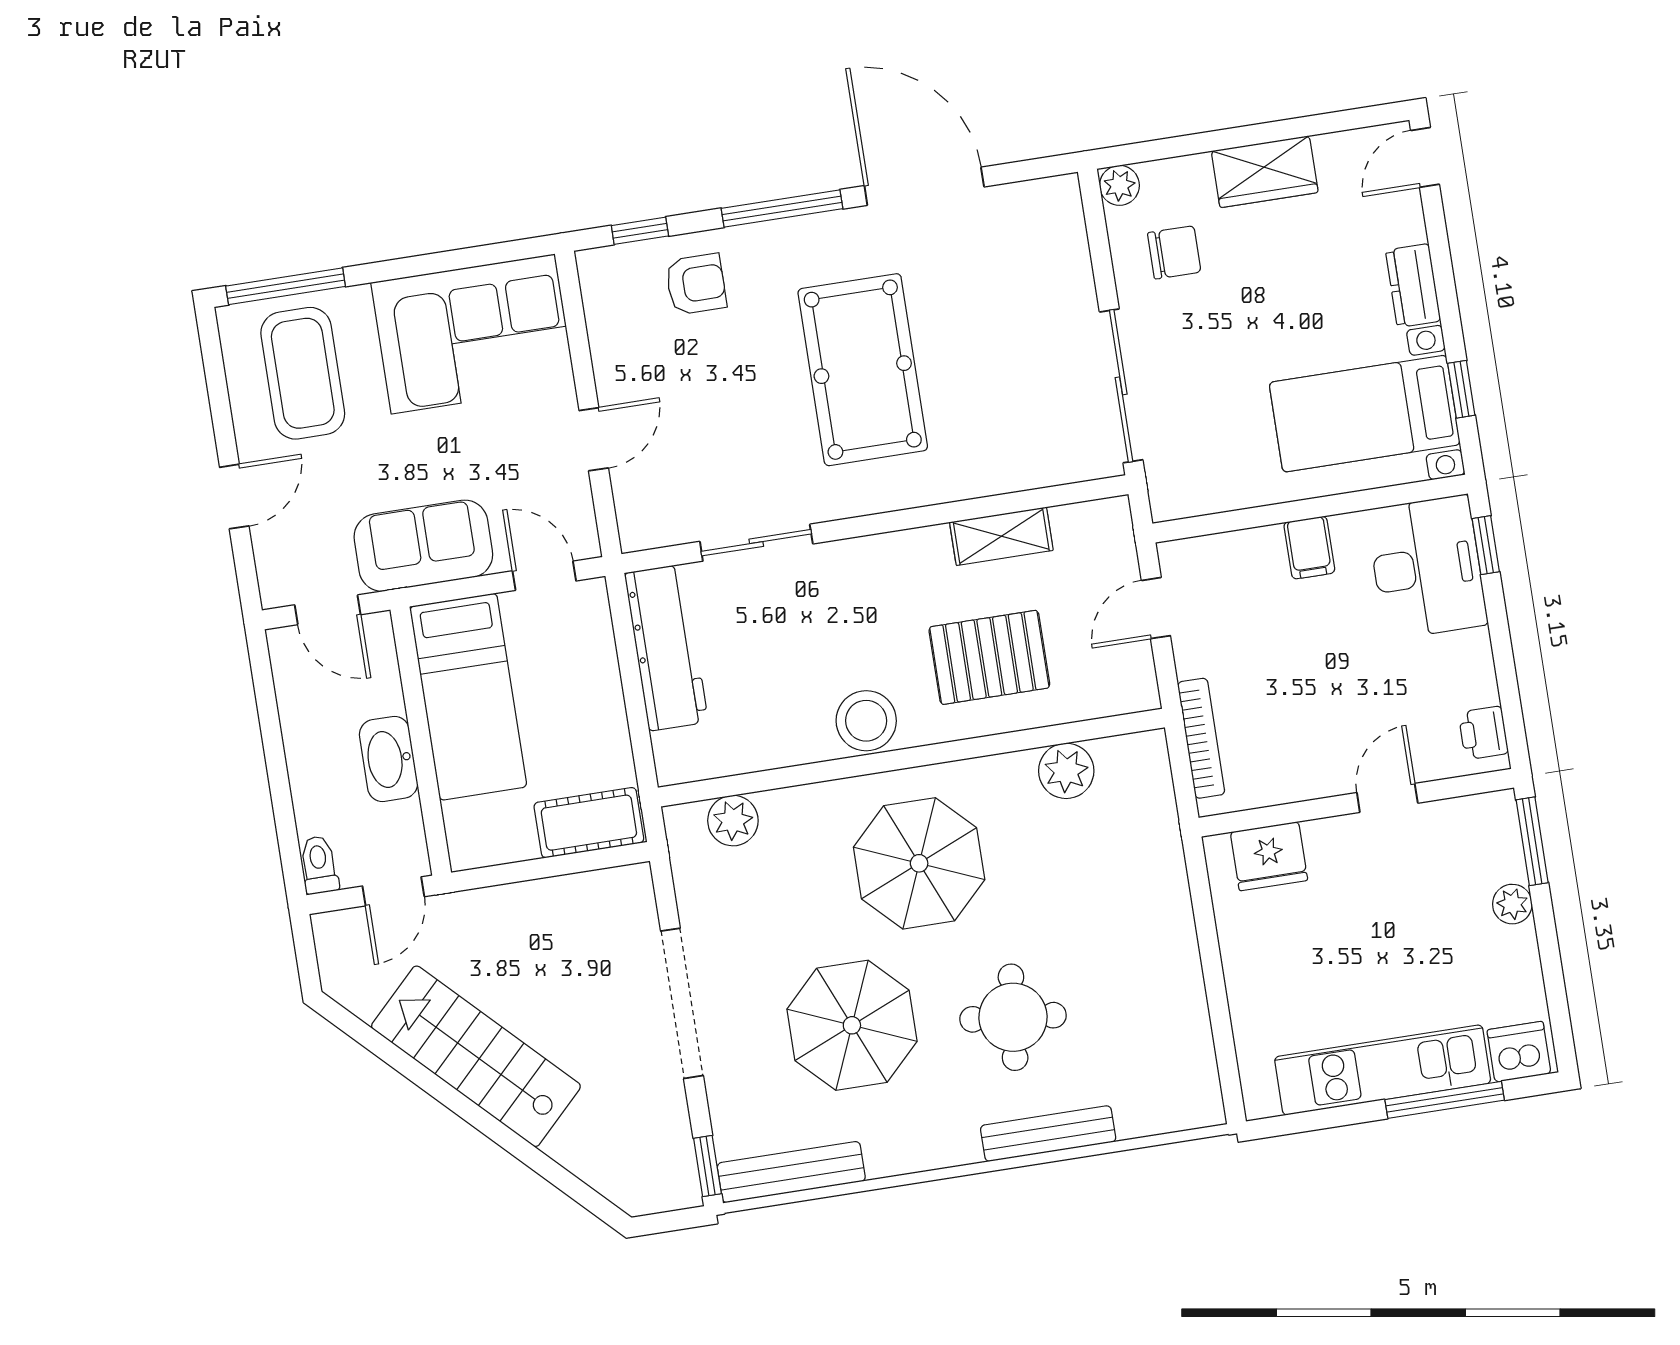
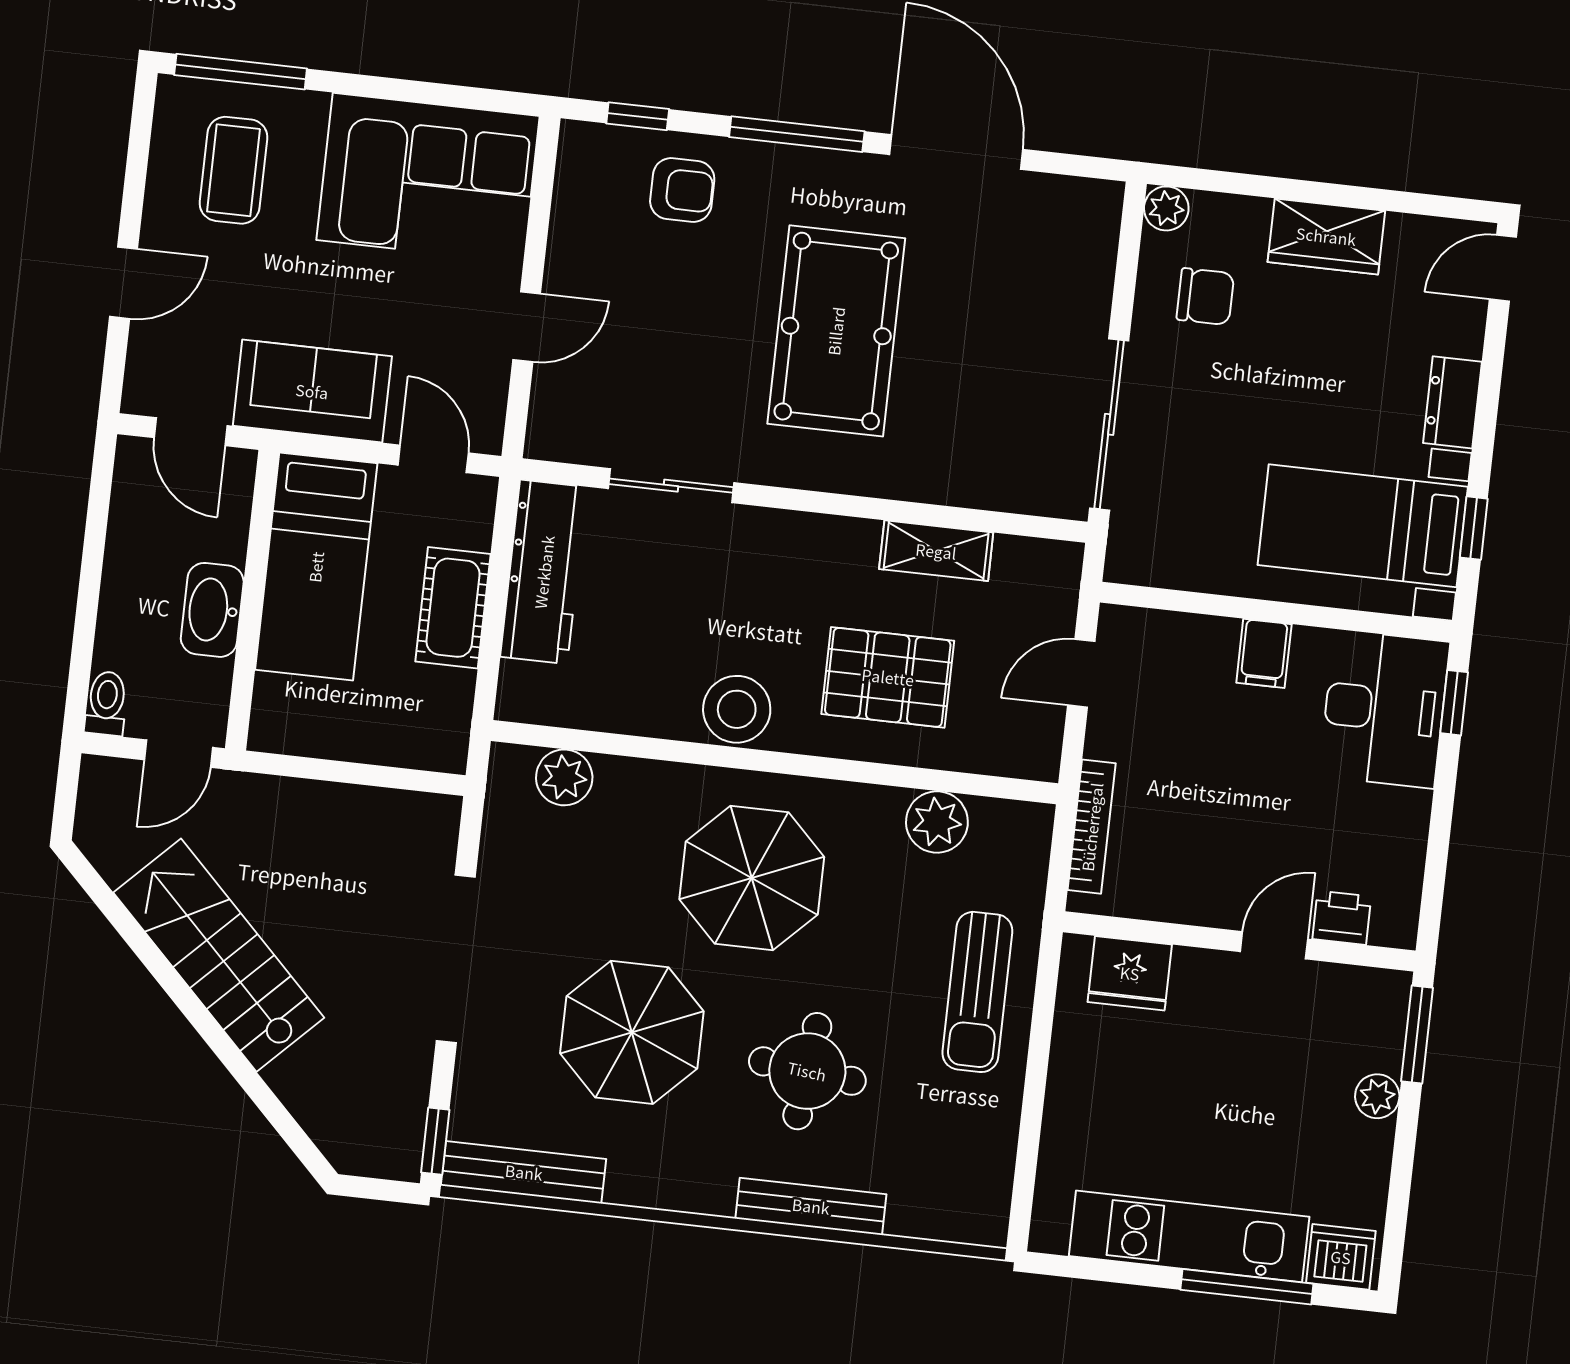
coffee table: (303, 373) -> (233, 170), width x0.73, depth x0.76
printer: (1483, 733) -> (1342, 918), moved, turned 90
cot: (589, 823) -> (453, 608), moved, turned 90
sun lounger: (1141, 908) -> (977, 992), added

